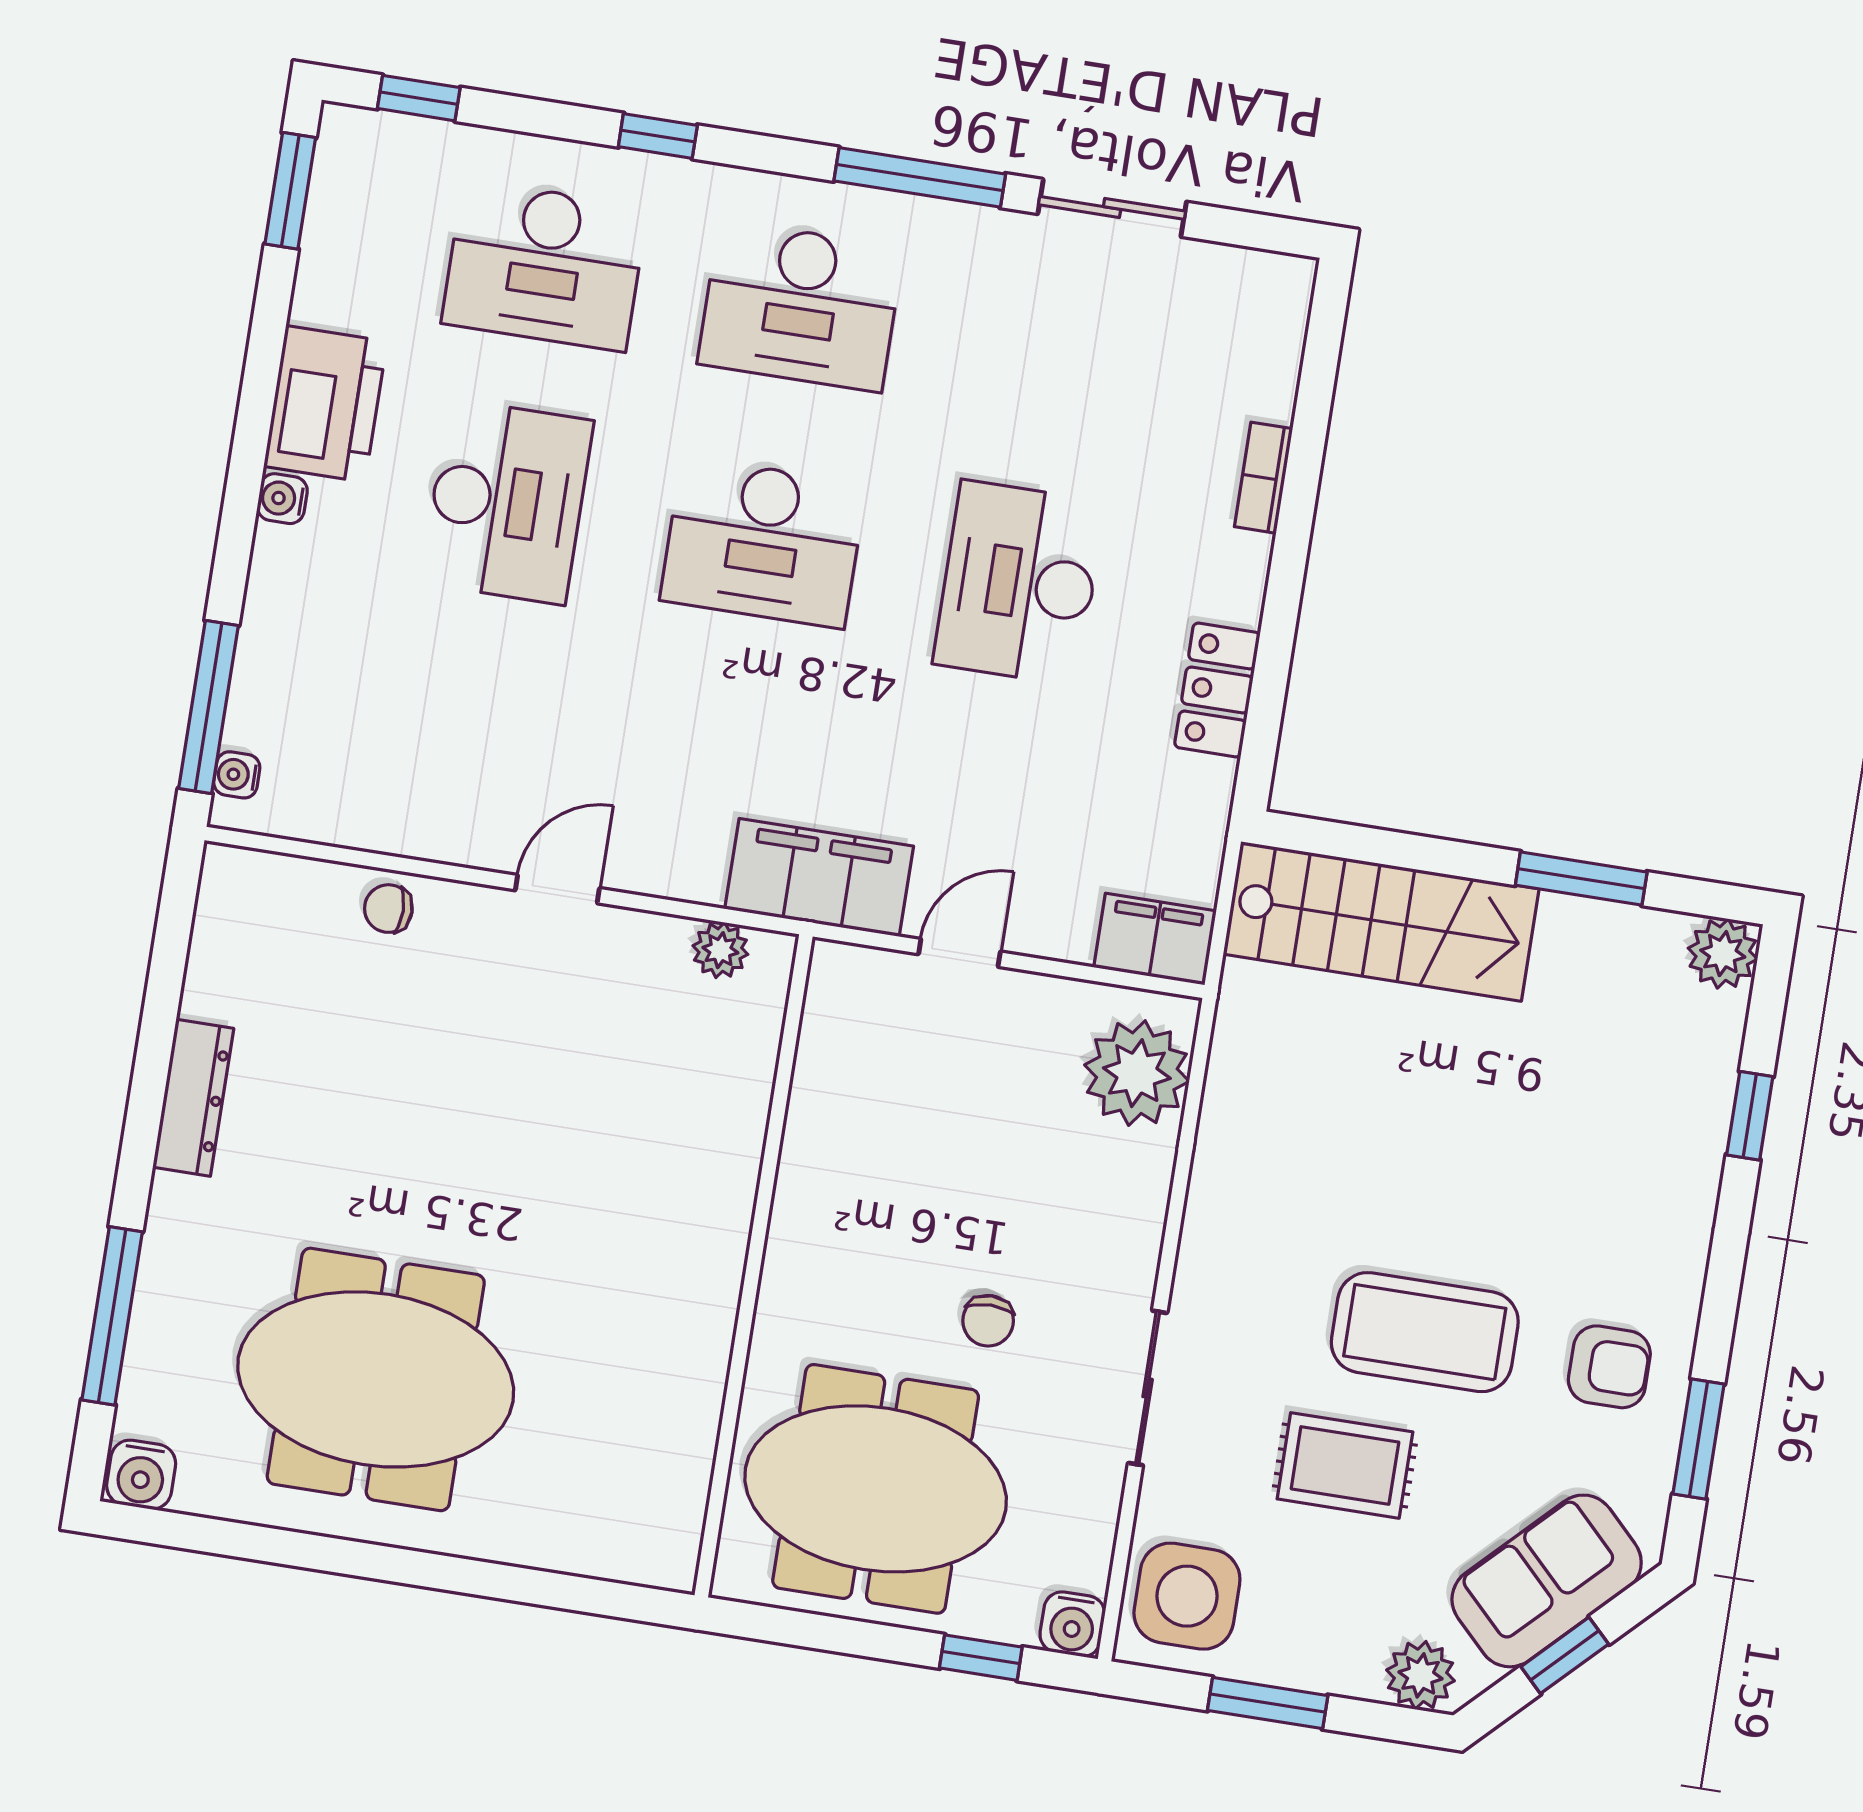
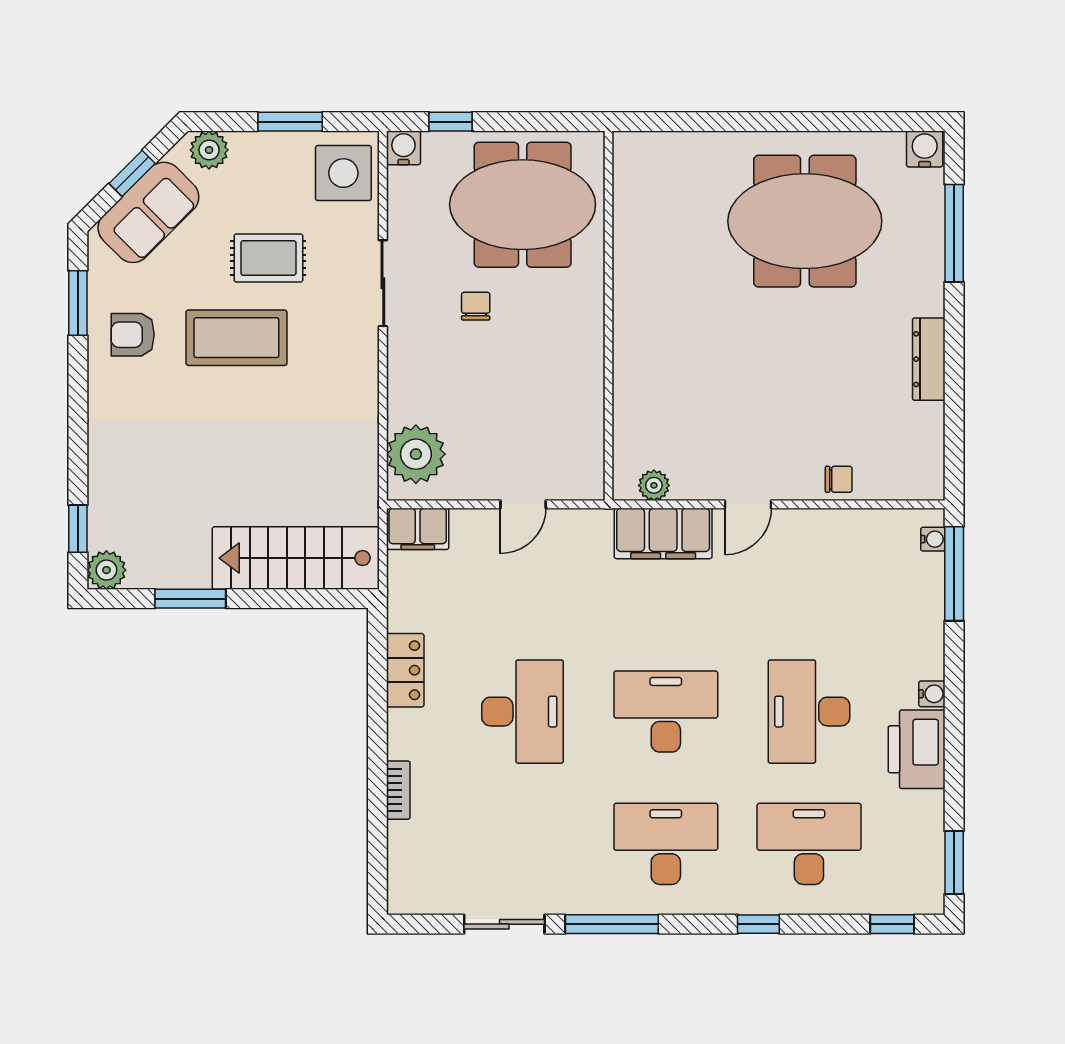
filing cabinet: (819, 877) -> (663, 533), moved
window: (1750, 1116) -> (78, 529), moved

